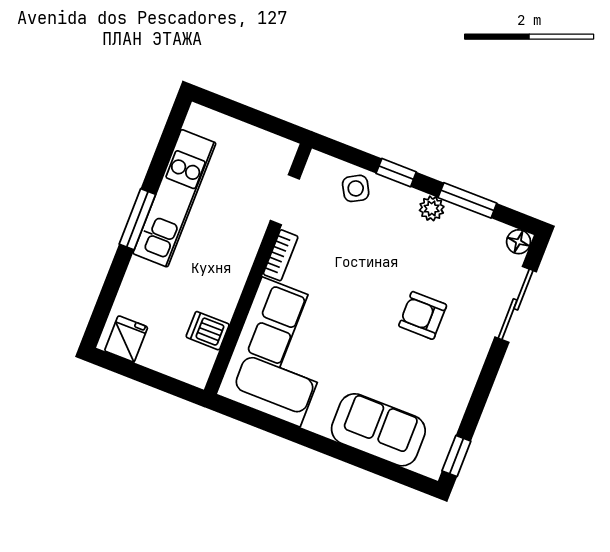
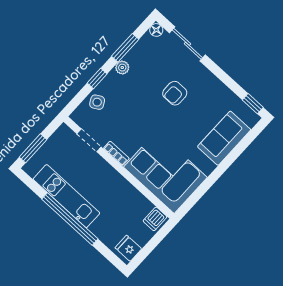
window: (234, 109) -> (33, 148), added
window: (137, 219) -> (70, 219), width x2.11
dishwasher: (208, 331) -> (155, 219), moved

